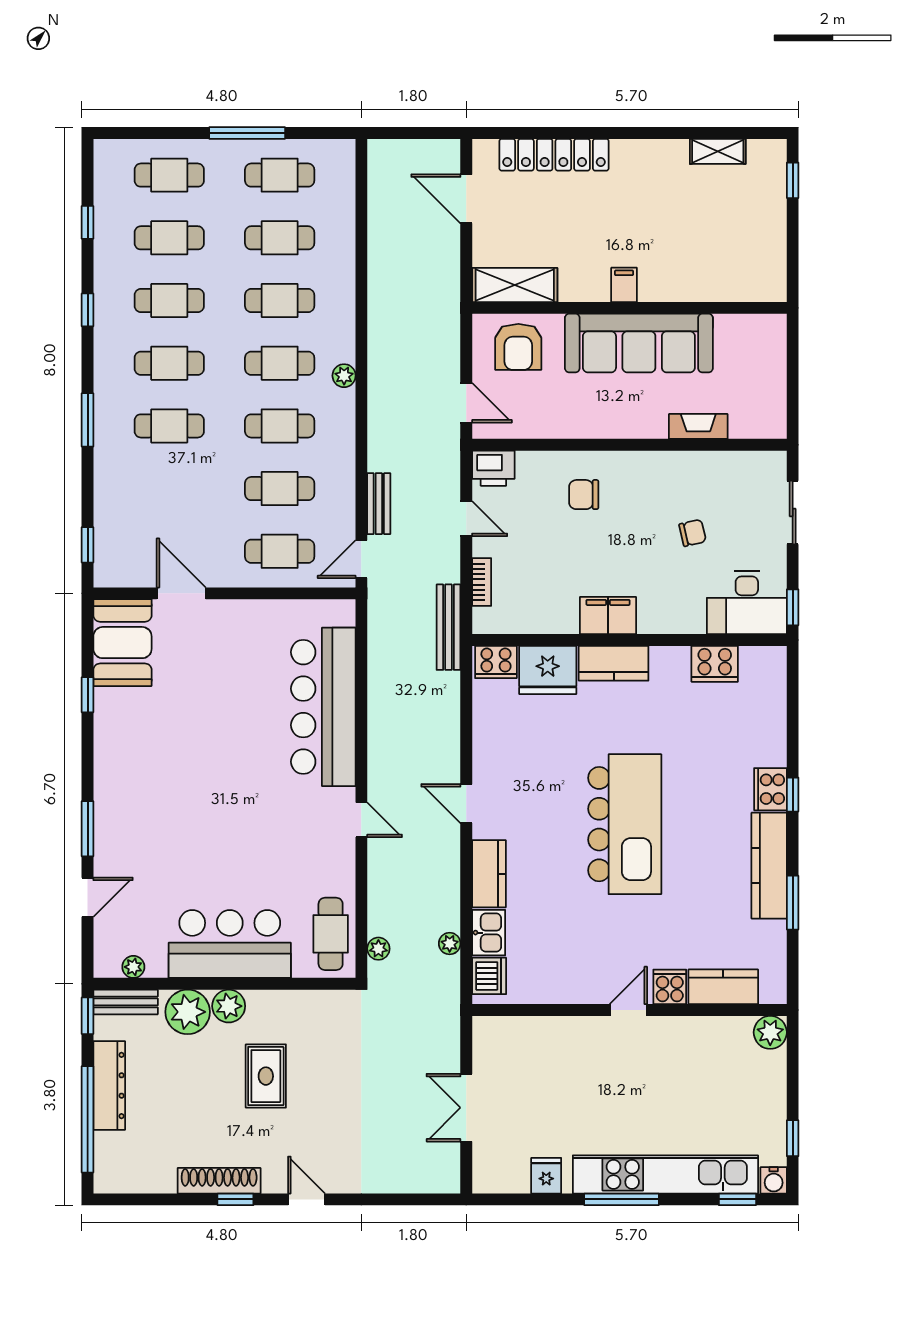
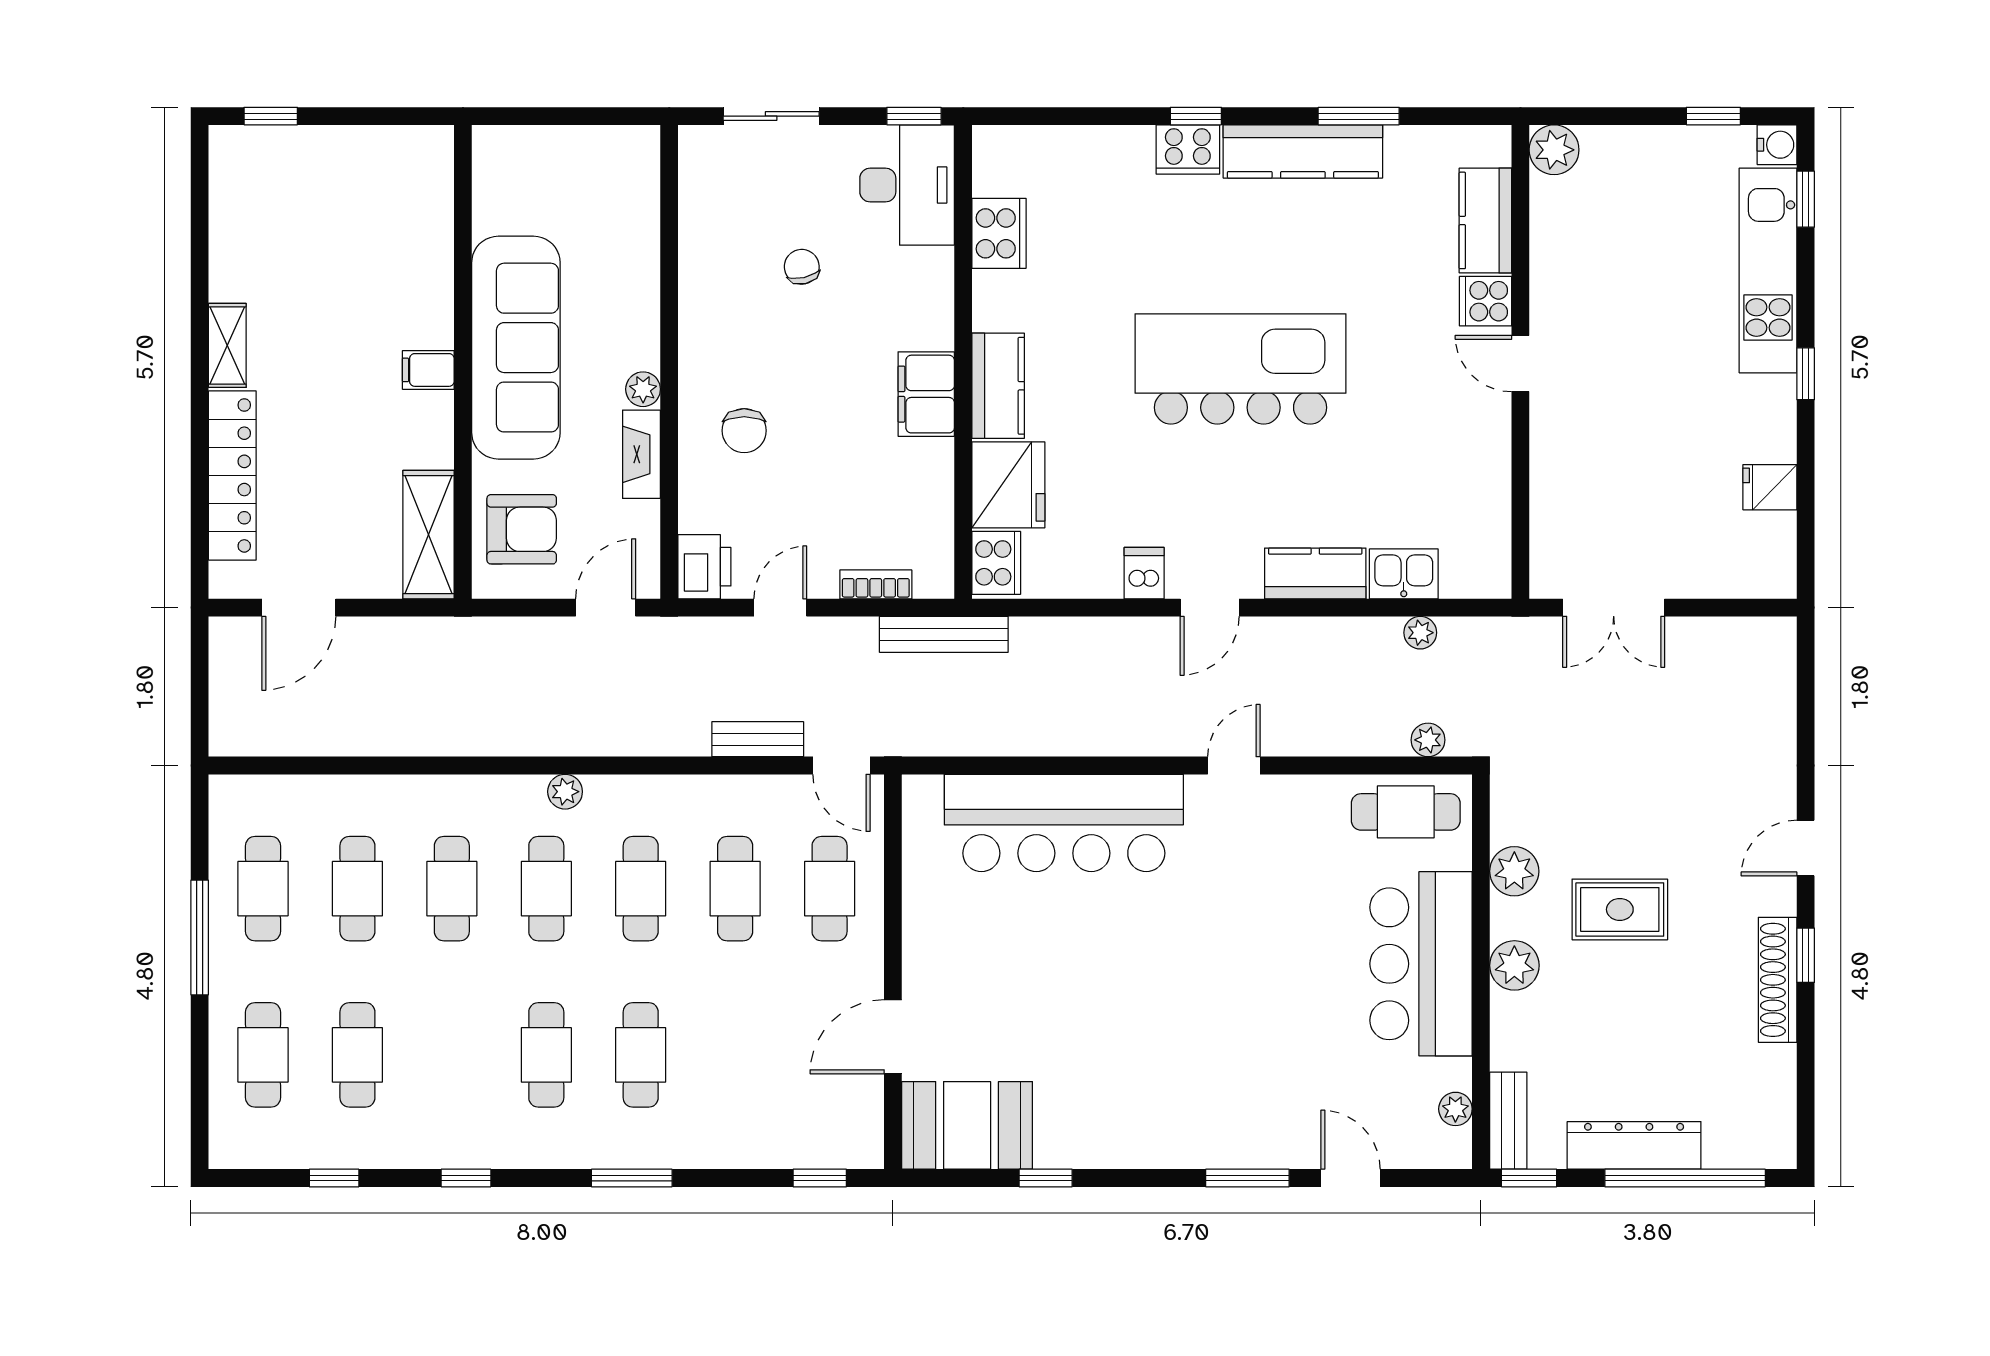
shelving: (718, 151) -> (227, 345), moved
cafe table: (169, 301) -> (452, 1055), removed
fireplace: (698, 426) -> (641, 454), moved
plant: (611, 427) -> (643, 389), added
dishwasher: (489, 976) -> (1144, 573), moved, width x0.73
plant: (188, 1012) -> (1514, 871), moved, width x0.73, depth x0.73
double door: (466, 1108) -> (1614, 608), moved
kitchen unit: (665, 1174) -> (1768, 270), width x0.73
window: (622, 1199) -> (1806, 374), width x0.46

